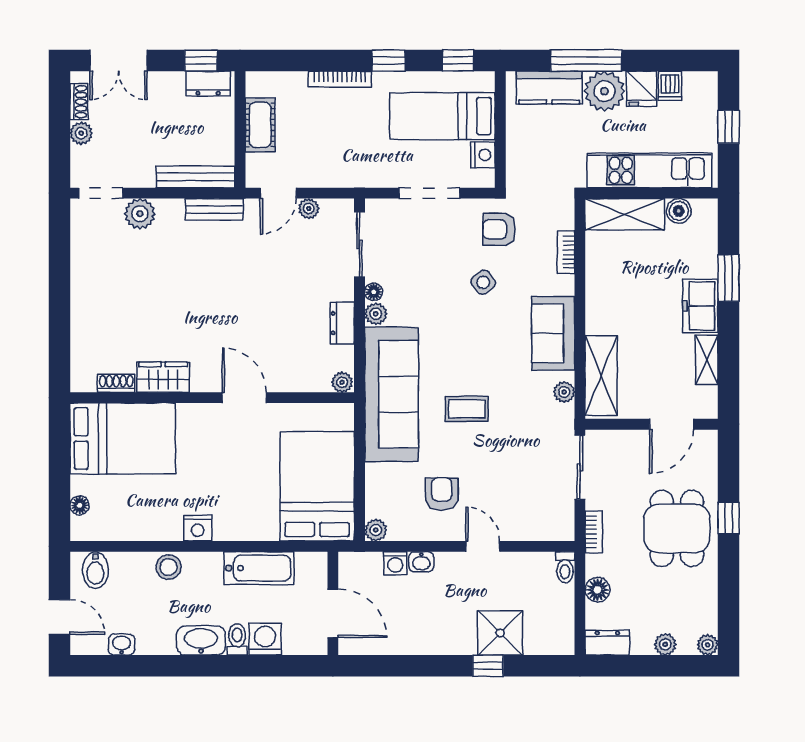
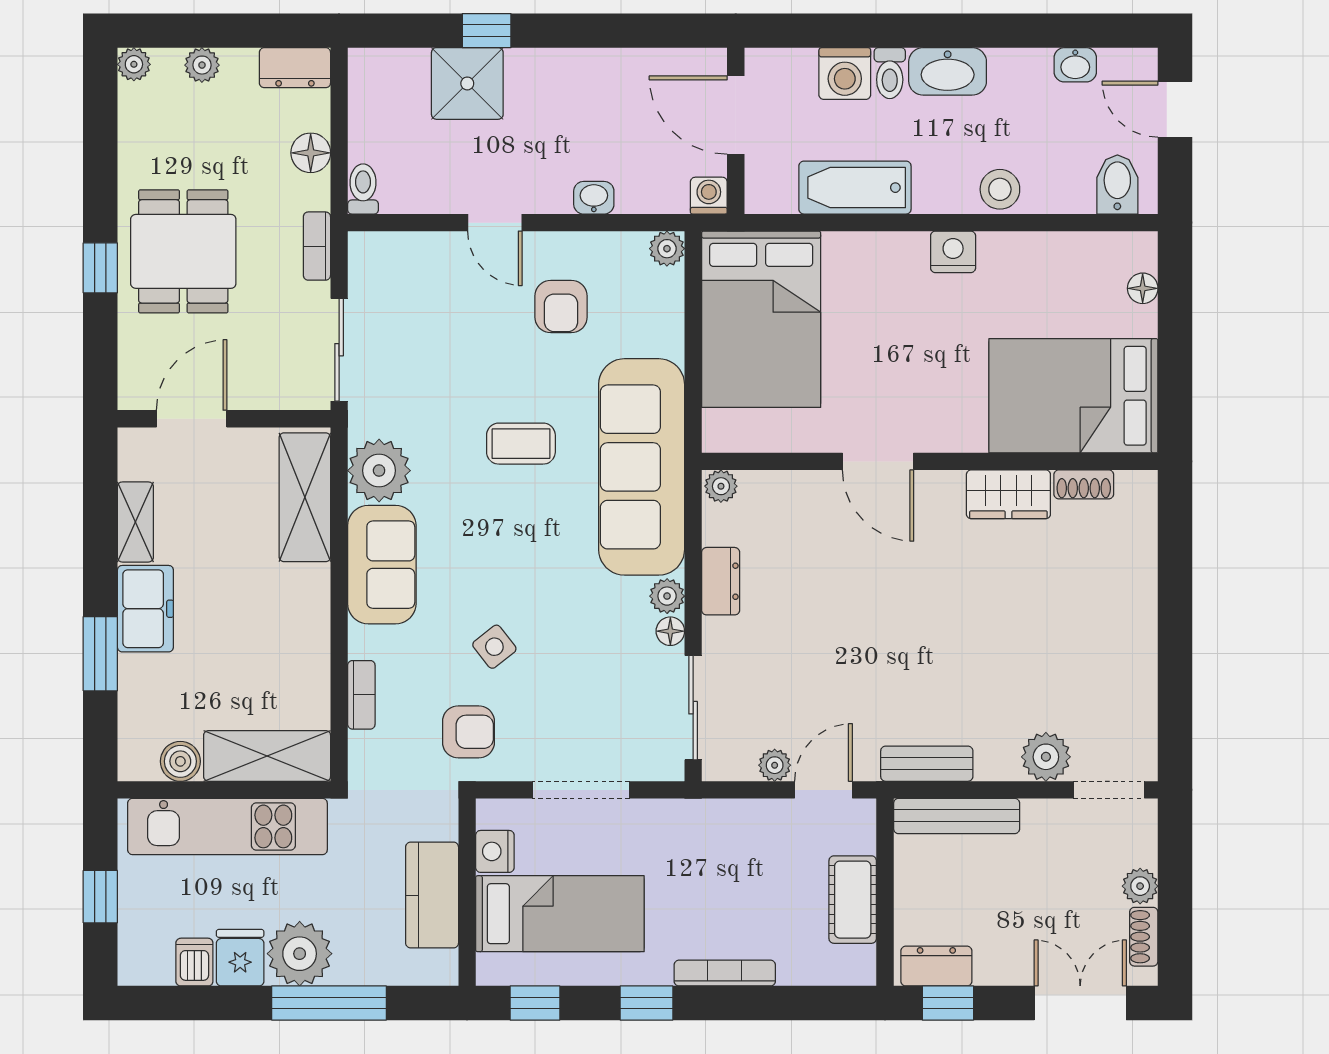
kitchen counter: (549, 88) -> (432, 895), moved, turned -90
plant: (564, 392) -> (379, 471), width x1.88, depth x1.88
washing machine: (395, 563) -> (709, 196), moved

